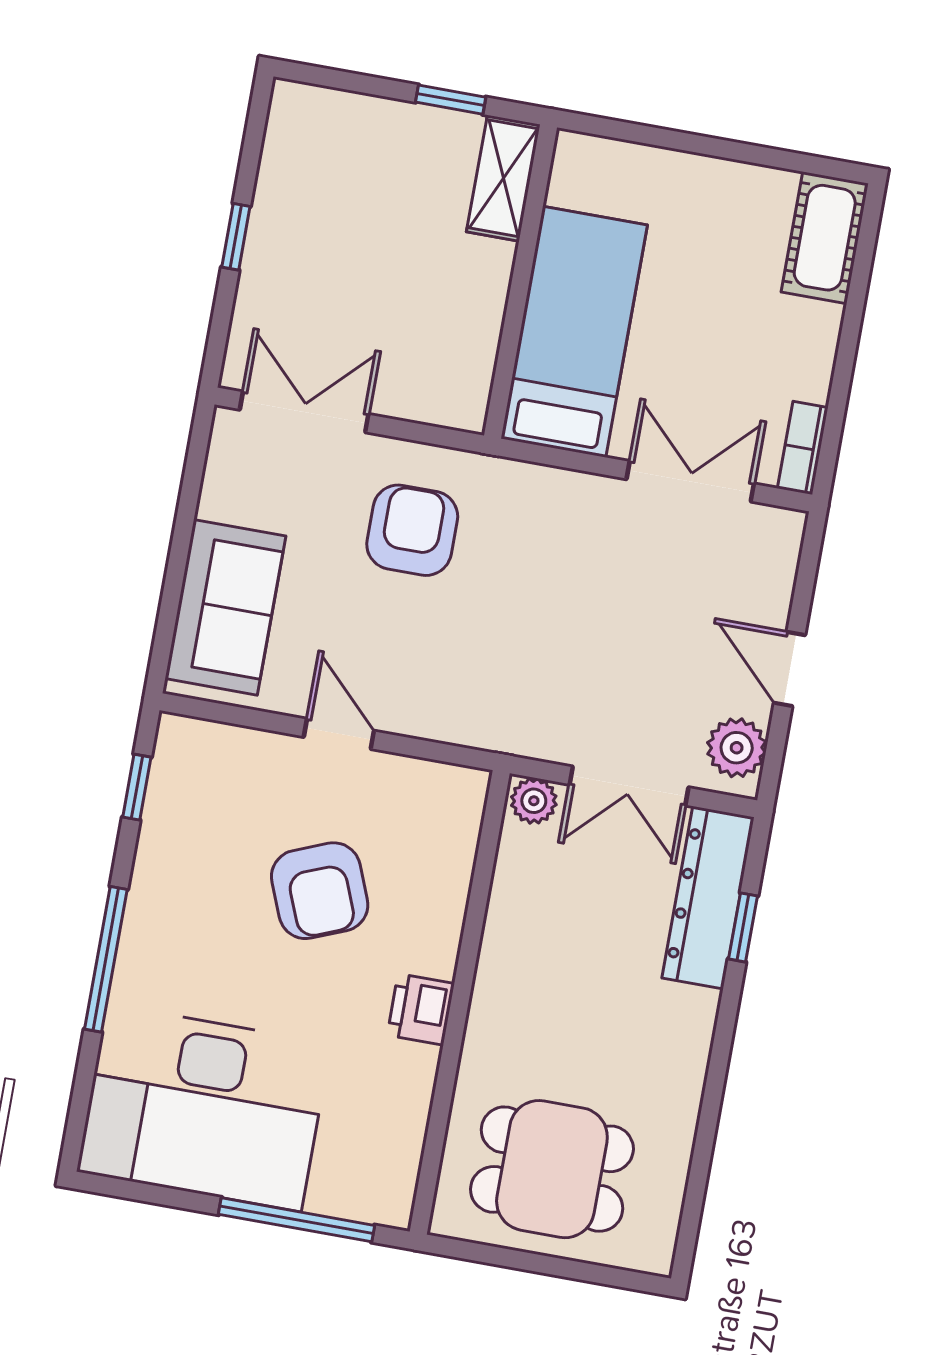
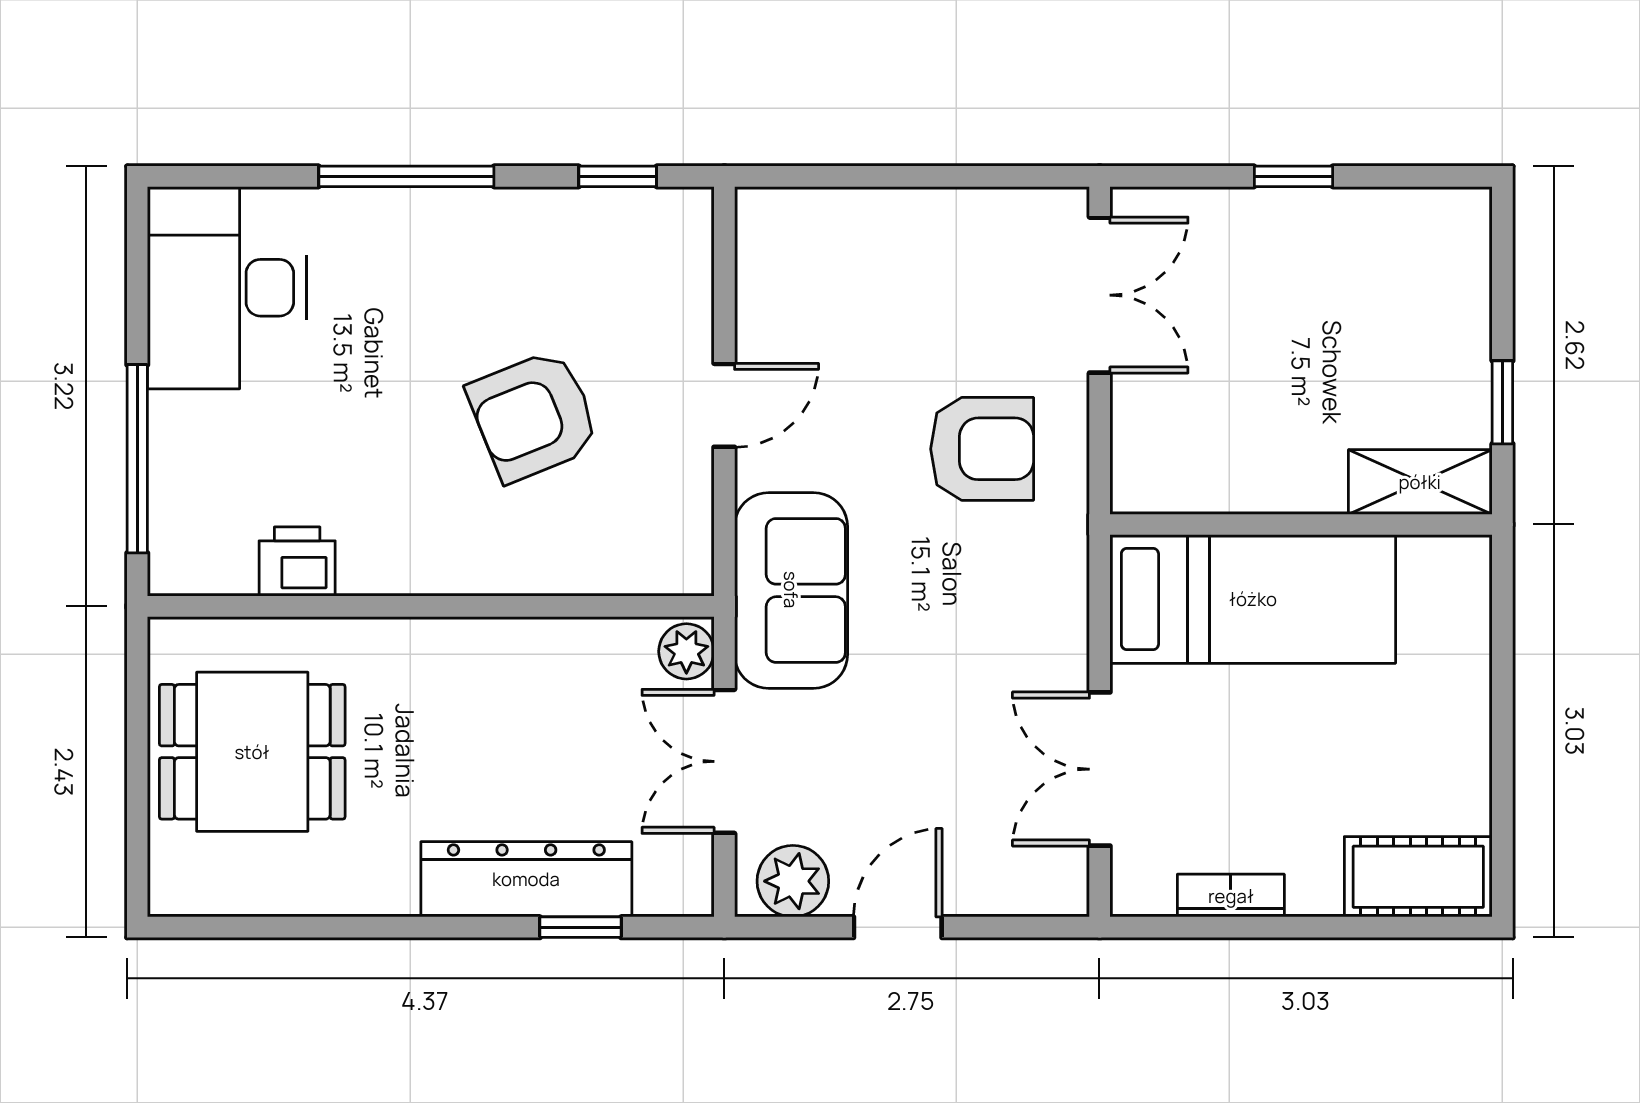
bookcase: (803, 448) -> (1231, 896), moved
double door: (690, 481) -> (1100, 769), swing flipped
sofa: (225, 607) -> (791, 590), moved, turned -90
dresser: (708, 898) -> (526, 879), moved
printer: (421, 1009) -> (297, 562), moved
desk: (204, 1108) -> (227, 288), width x0.73, depth x0.77
dining table: (552, 1169) -> (252, 752), turned 90

